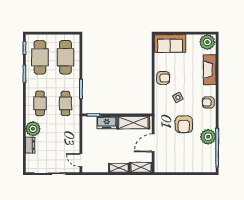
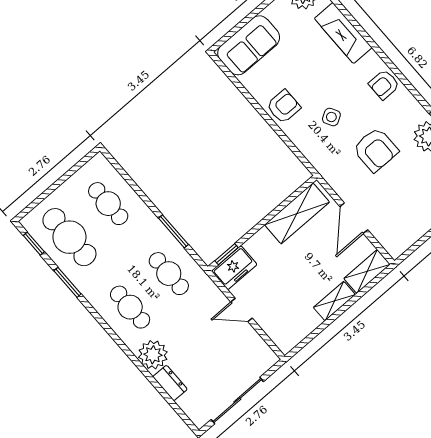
cafe table: (65, 57) -> (108, 204), width x0.73, depth x0.74
freezer: (107, 123) -> (234, 268), moved
door: (81, 160) -> (242, 310), moved

